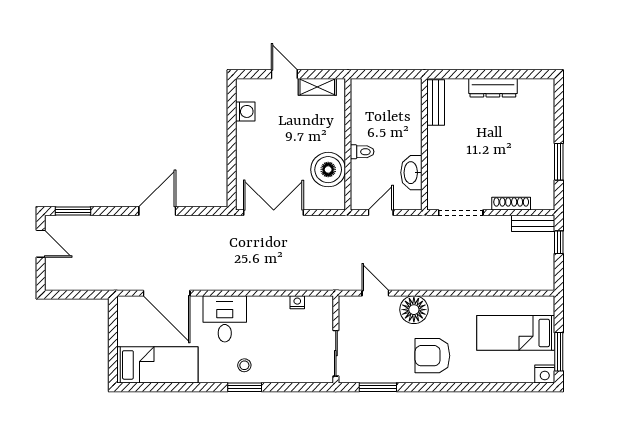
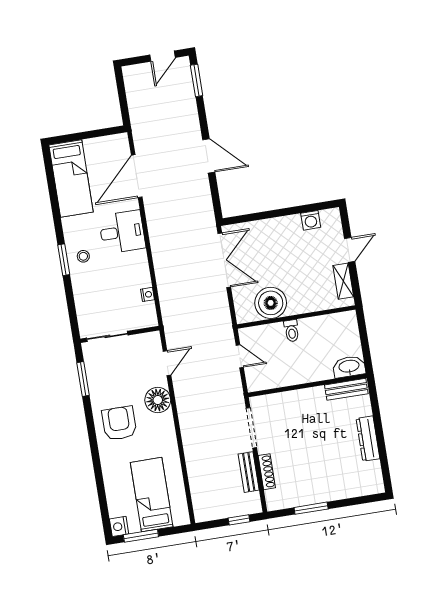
washbasin: (411, 173) -> (349, 367), moved
bench: (533, 223) -> (249, 472), moved

